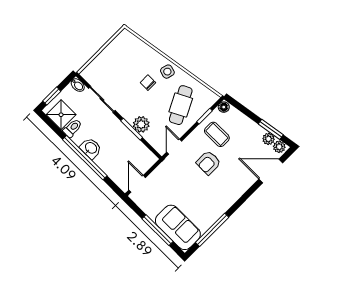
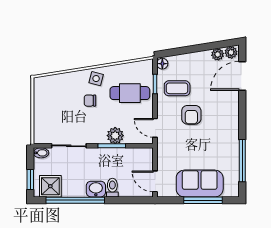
cafe table: (181, 105) -> (130, 93), turned -63
toilet: (72, 128) -> (112, 188), moved
window: (271, 129) -> (212, 46), removed
window: (85, 158) -> (75, 200), moved
sofa: (178, 227) -> (200, 184), moved

